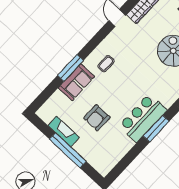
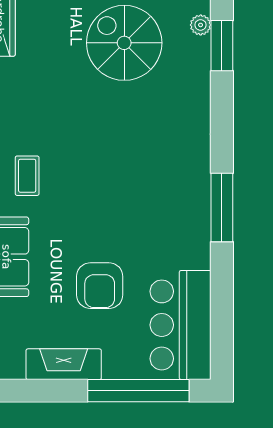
bar counter: (143, 118) -> (181, 325), moved
window: (68, 150) -> (138, 391), moved

